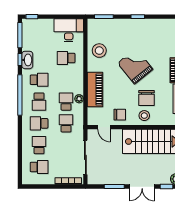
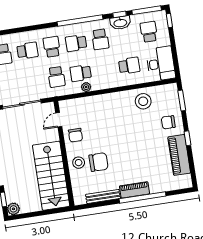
chair: (121, 31) -> (168, 122), added
school desk: (39, 36) -> (149, 32), added
school desk: (66, 58) -> (129, 66), turned 90
grand piano: (135, 66) -> (132, 144), removed
piano: (95, 89) -> (179, 155), moved, turned 90
chair: (147, 98) -> (99, 162), turned 180
school desk: (66, 102) -> (81, 73), turned 180
school desk: (66, 123) -> (56, 77), turned 90

